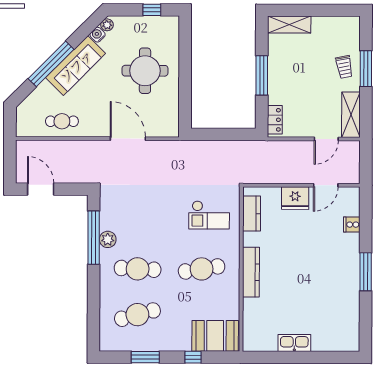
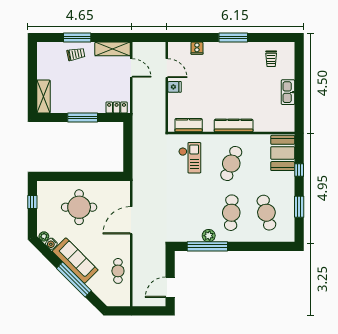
fridge: (295, 198) -> (174, 87), width x0.53, depth x0.75
cafe table: (202, 269) -> (231, 164), turned 30
trolley: (338, 321) -> (271, 59), added

